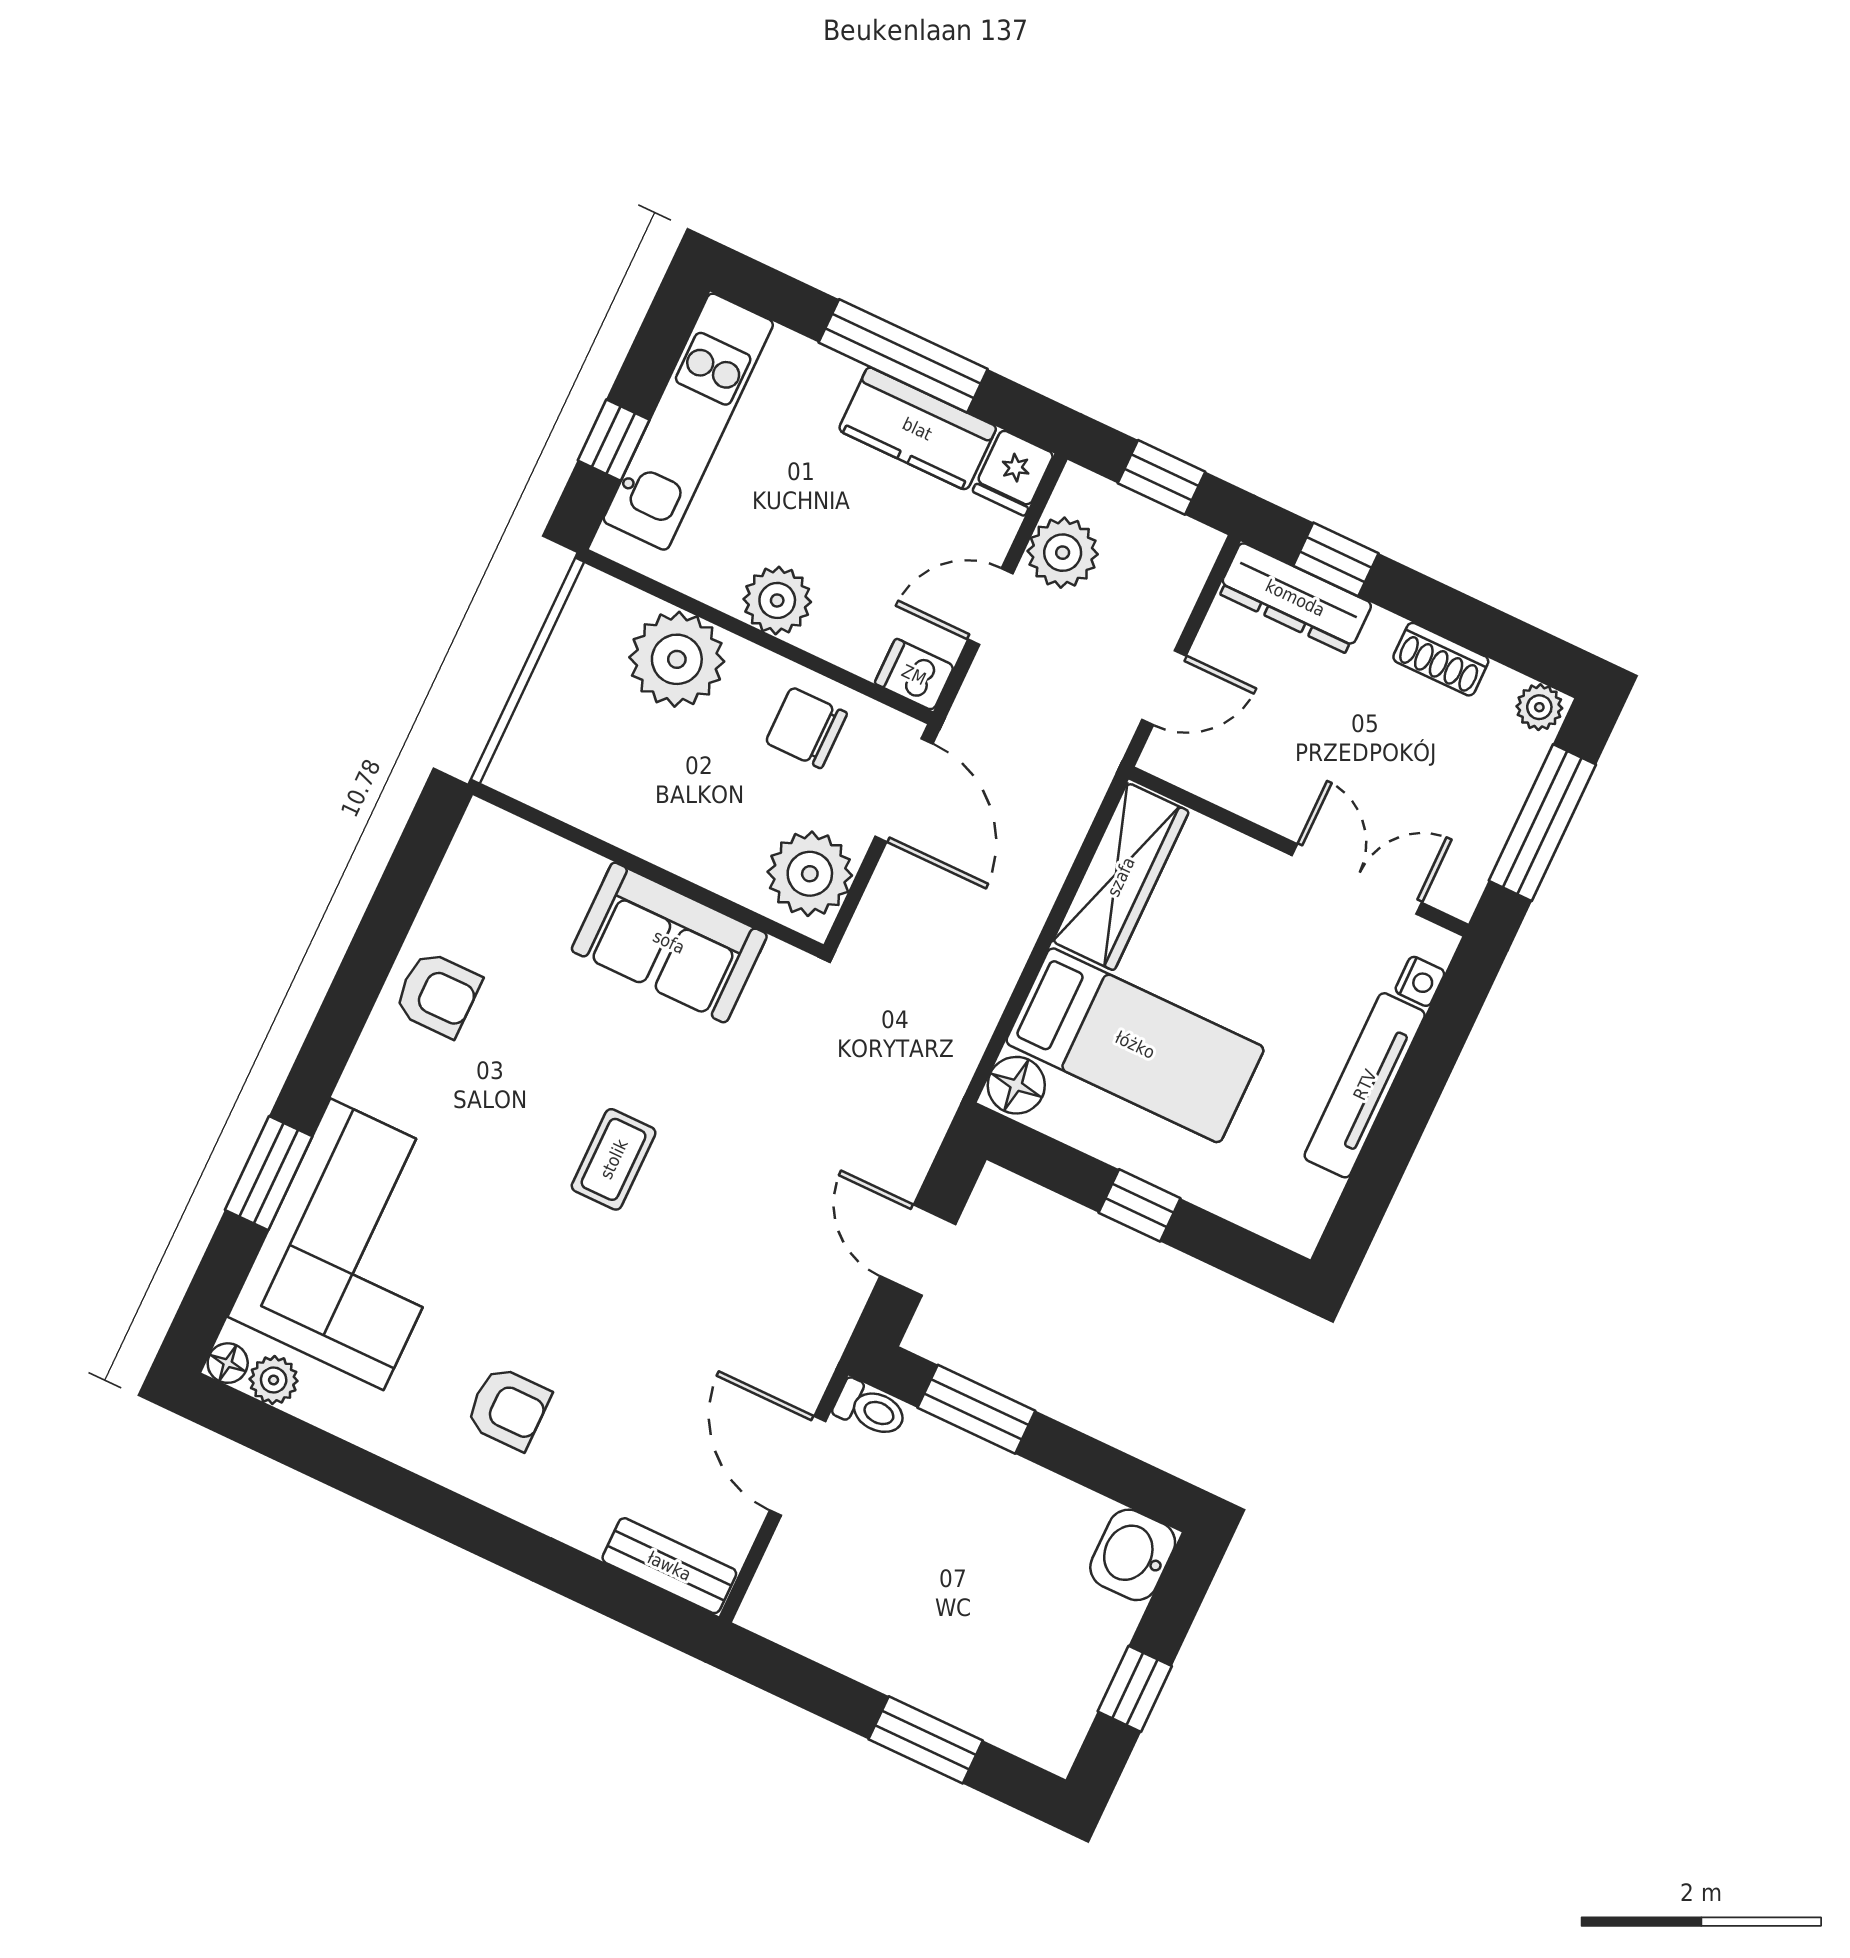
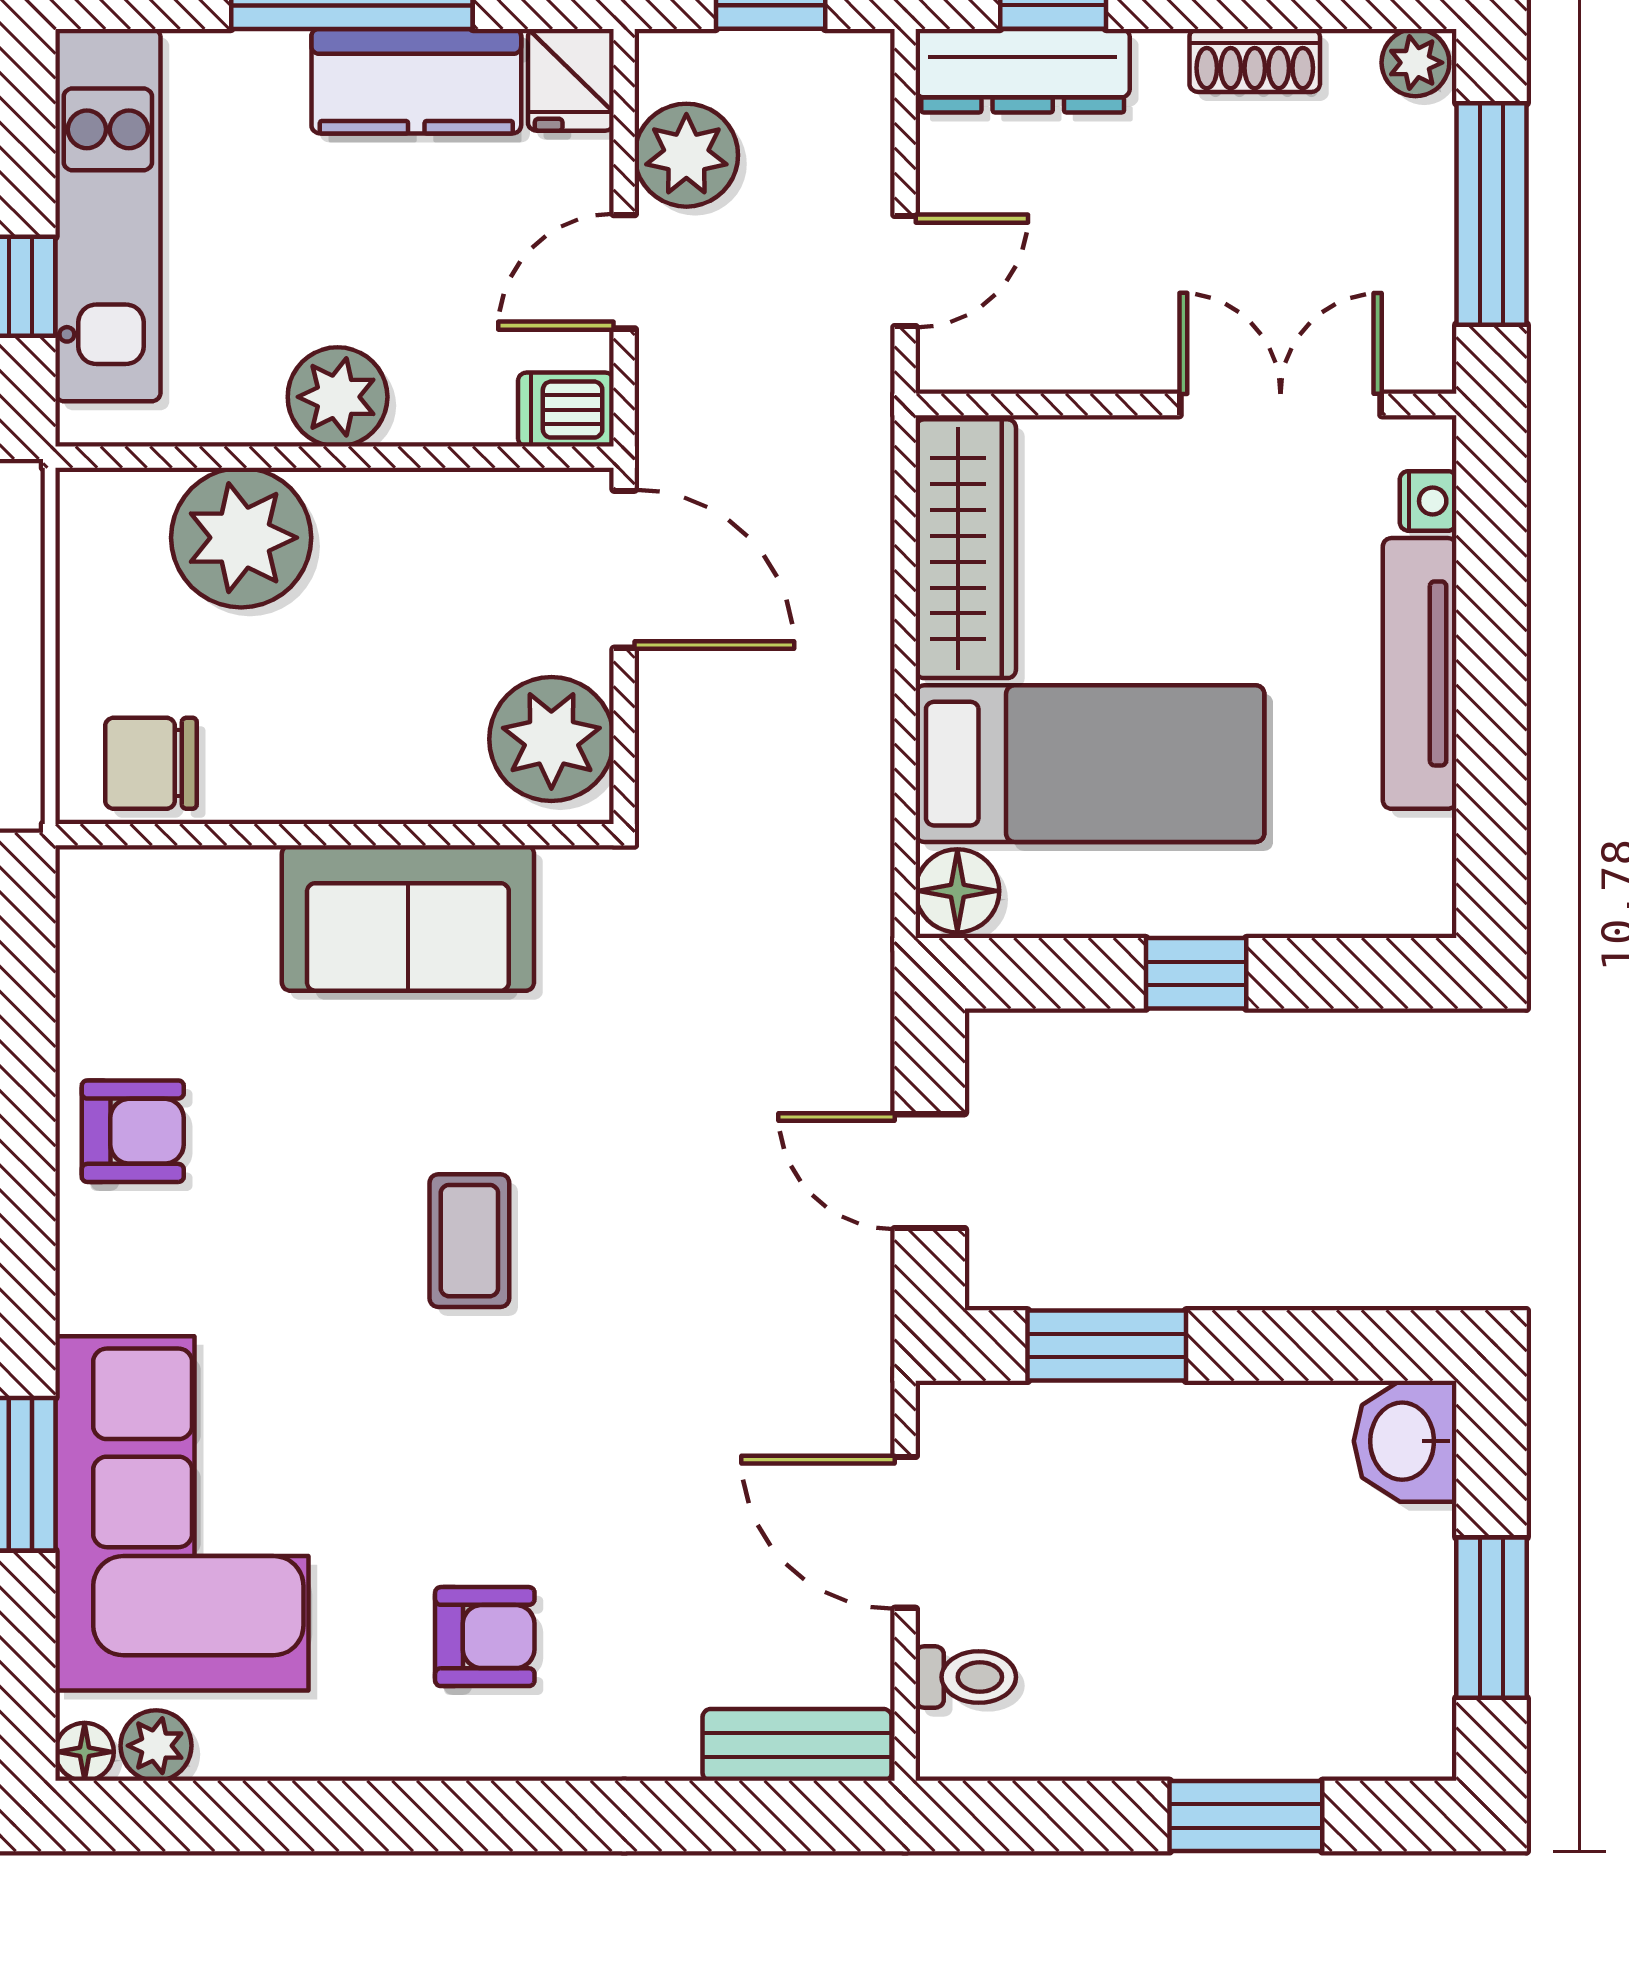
chair: (806, 728) -> (151, 763), moved
toilet: (870, 1409) -> (966, 1677), moved
window: (1135, 1689) -> (1492, 1618), width x1.50

